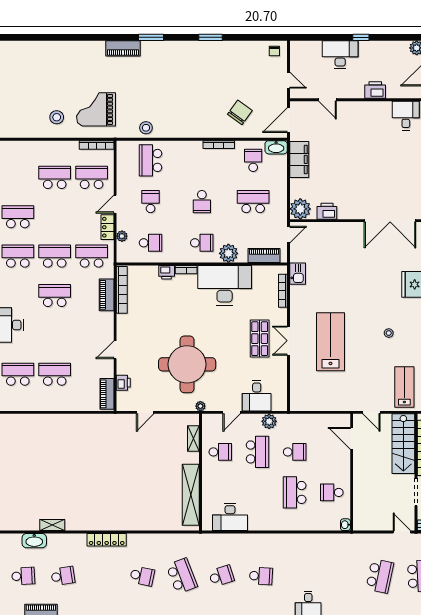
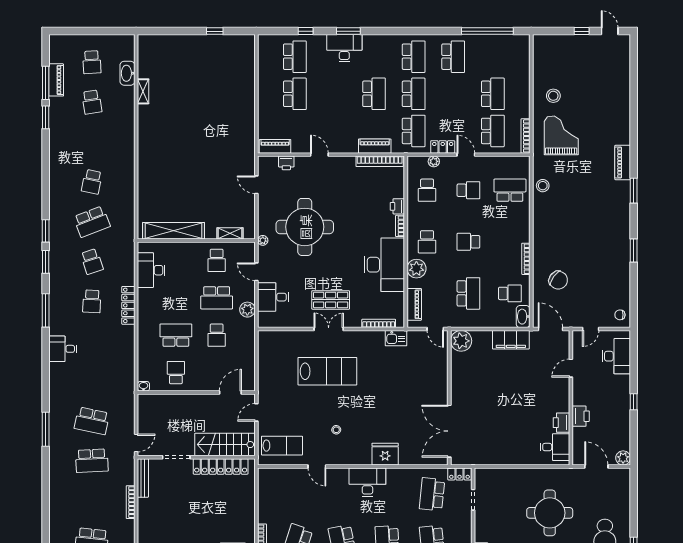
desk: (340, 55) -> (616, 356), moved
printer: (327, 211) -> (561, 423), moved, turned 180
locker: (107, 540) -> (128, 305), moved

